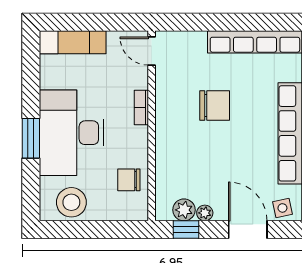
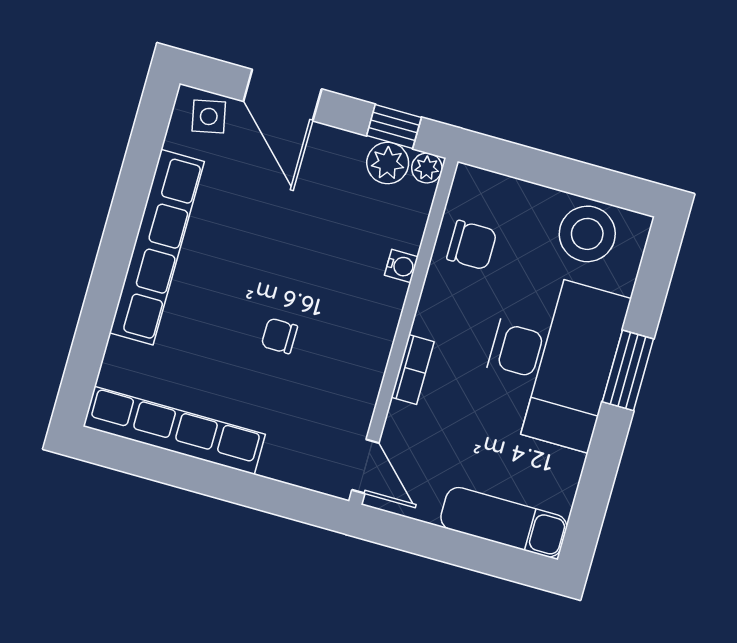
chair: (215, 106) -> (279, 336), width x0.54, depth x0.54
water cooler: (162, 159) -> (401, 266), added
plant: (205, 213) -> (427, 168), moved

